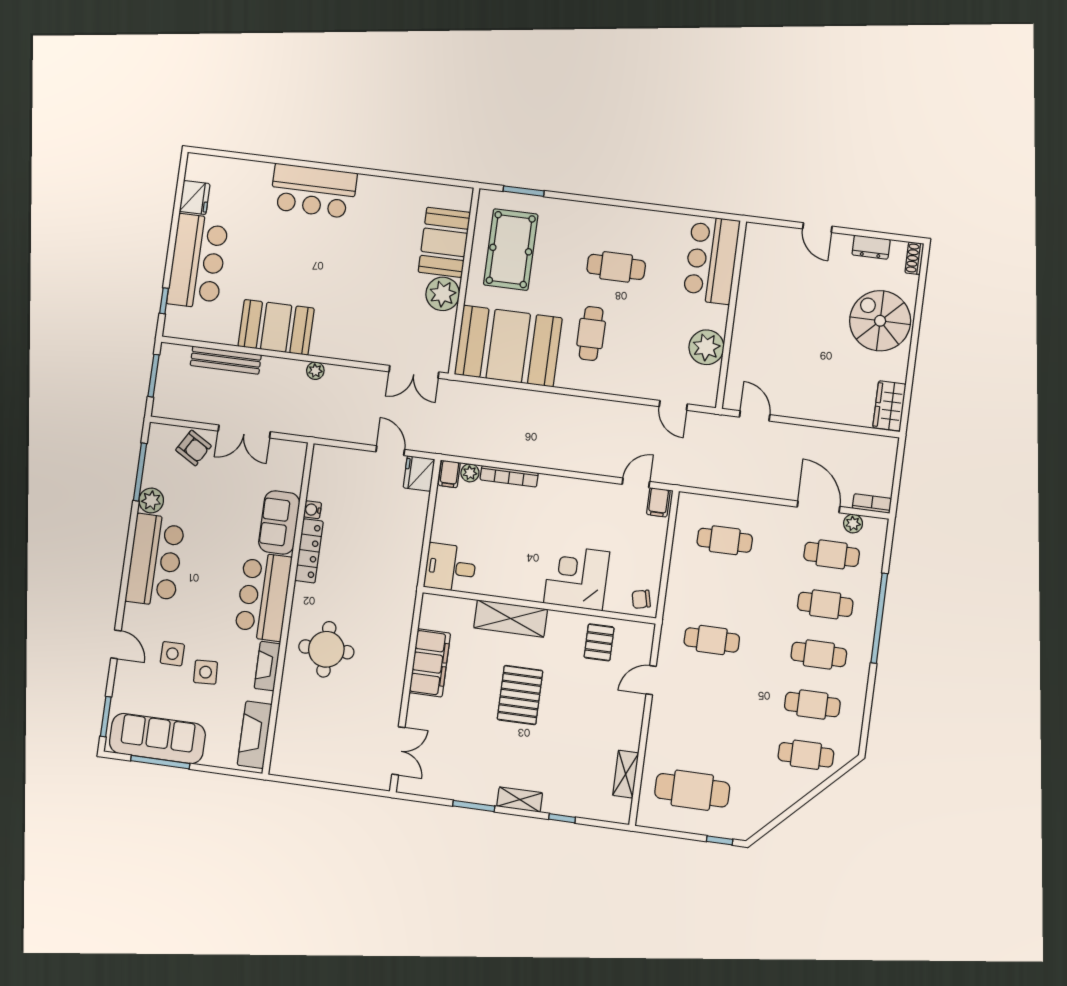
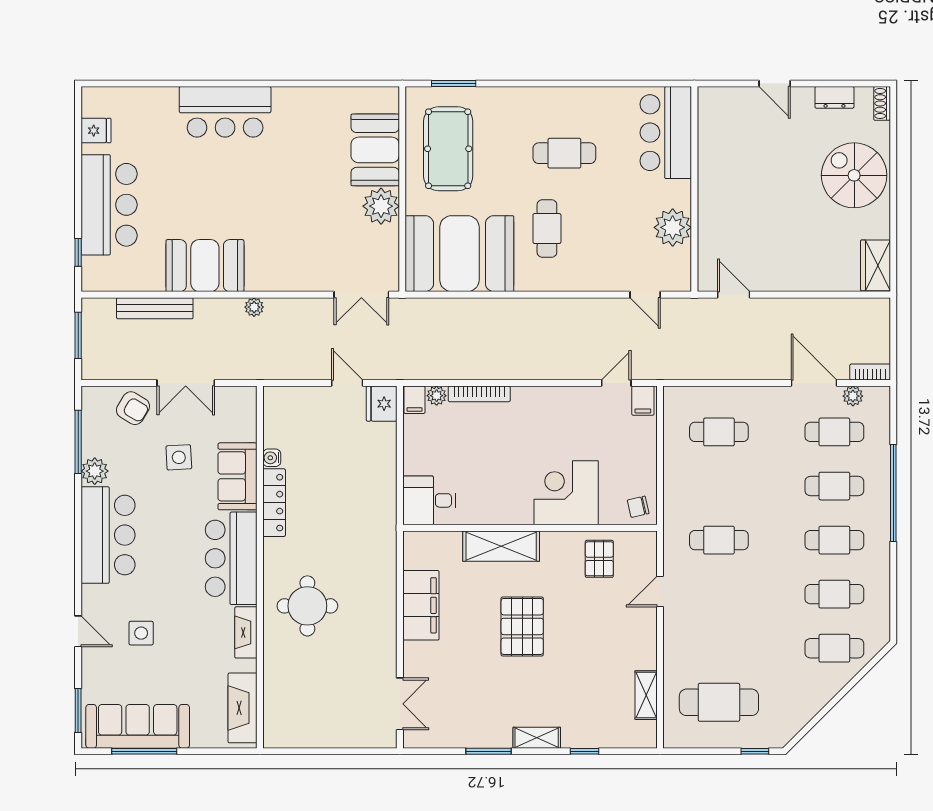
fridge: (195, 198) -> (96, 131), width x0.72
side table: (206, 672) -> (179, 457), moved

